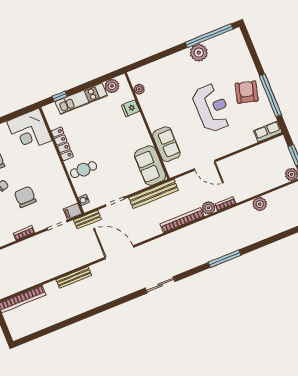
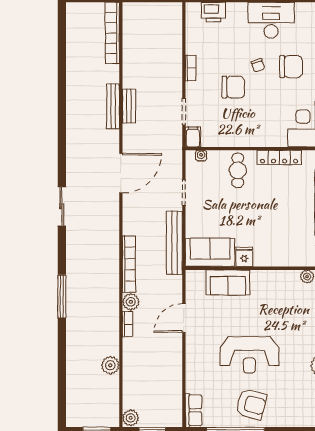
fridge: (131, 108) -> (244, 257), moved
bench: (87, 220) -> (129, 106), moved

